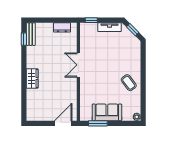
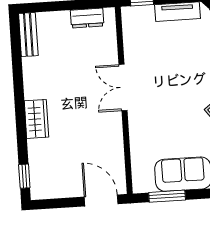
window: (24, 39) -> (24, 176), moved
door: (63, 123) -> (101, 200), hinge flipped

